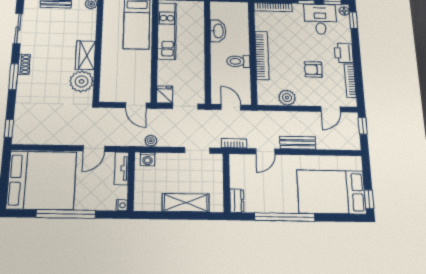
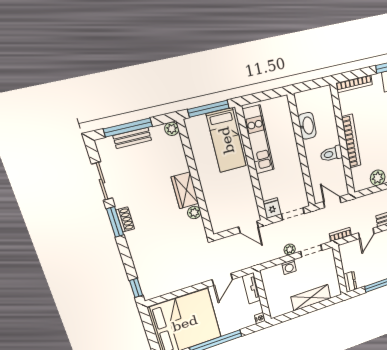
window: (13, 77) -> (115, 222), moved
plant: (82, 81) -> (194, 212), width x0.53, depth x0.53
plant: (151, 141) -> (290, 249), moved
washing machine: (148, 159) -> (289, 267), moved

